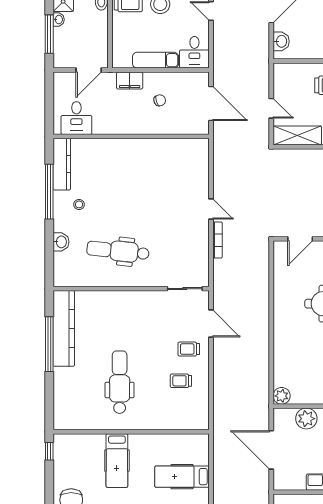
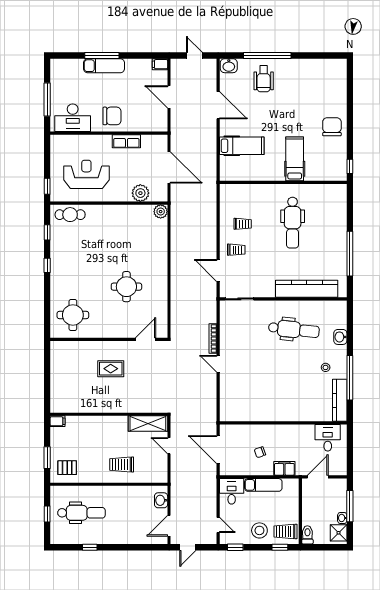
kitchen counter: (64, 328) -> (307, 289), moved, turned 90

